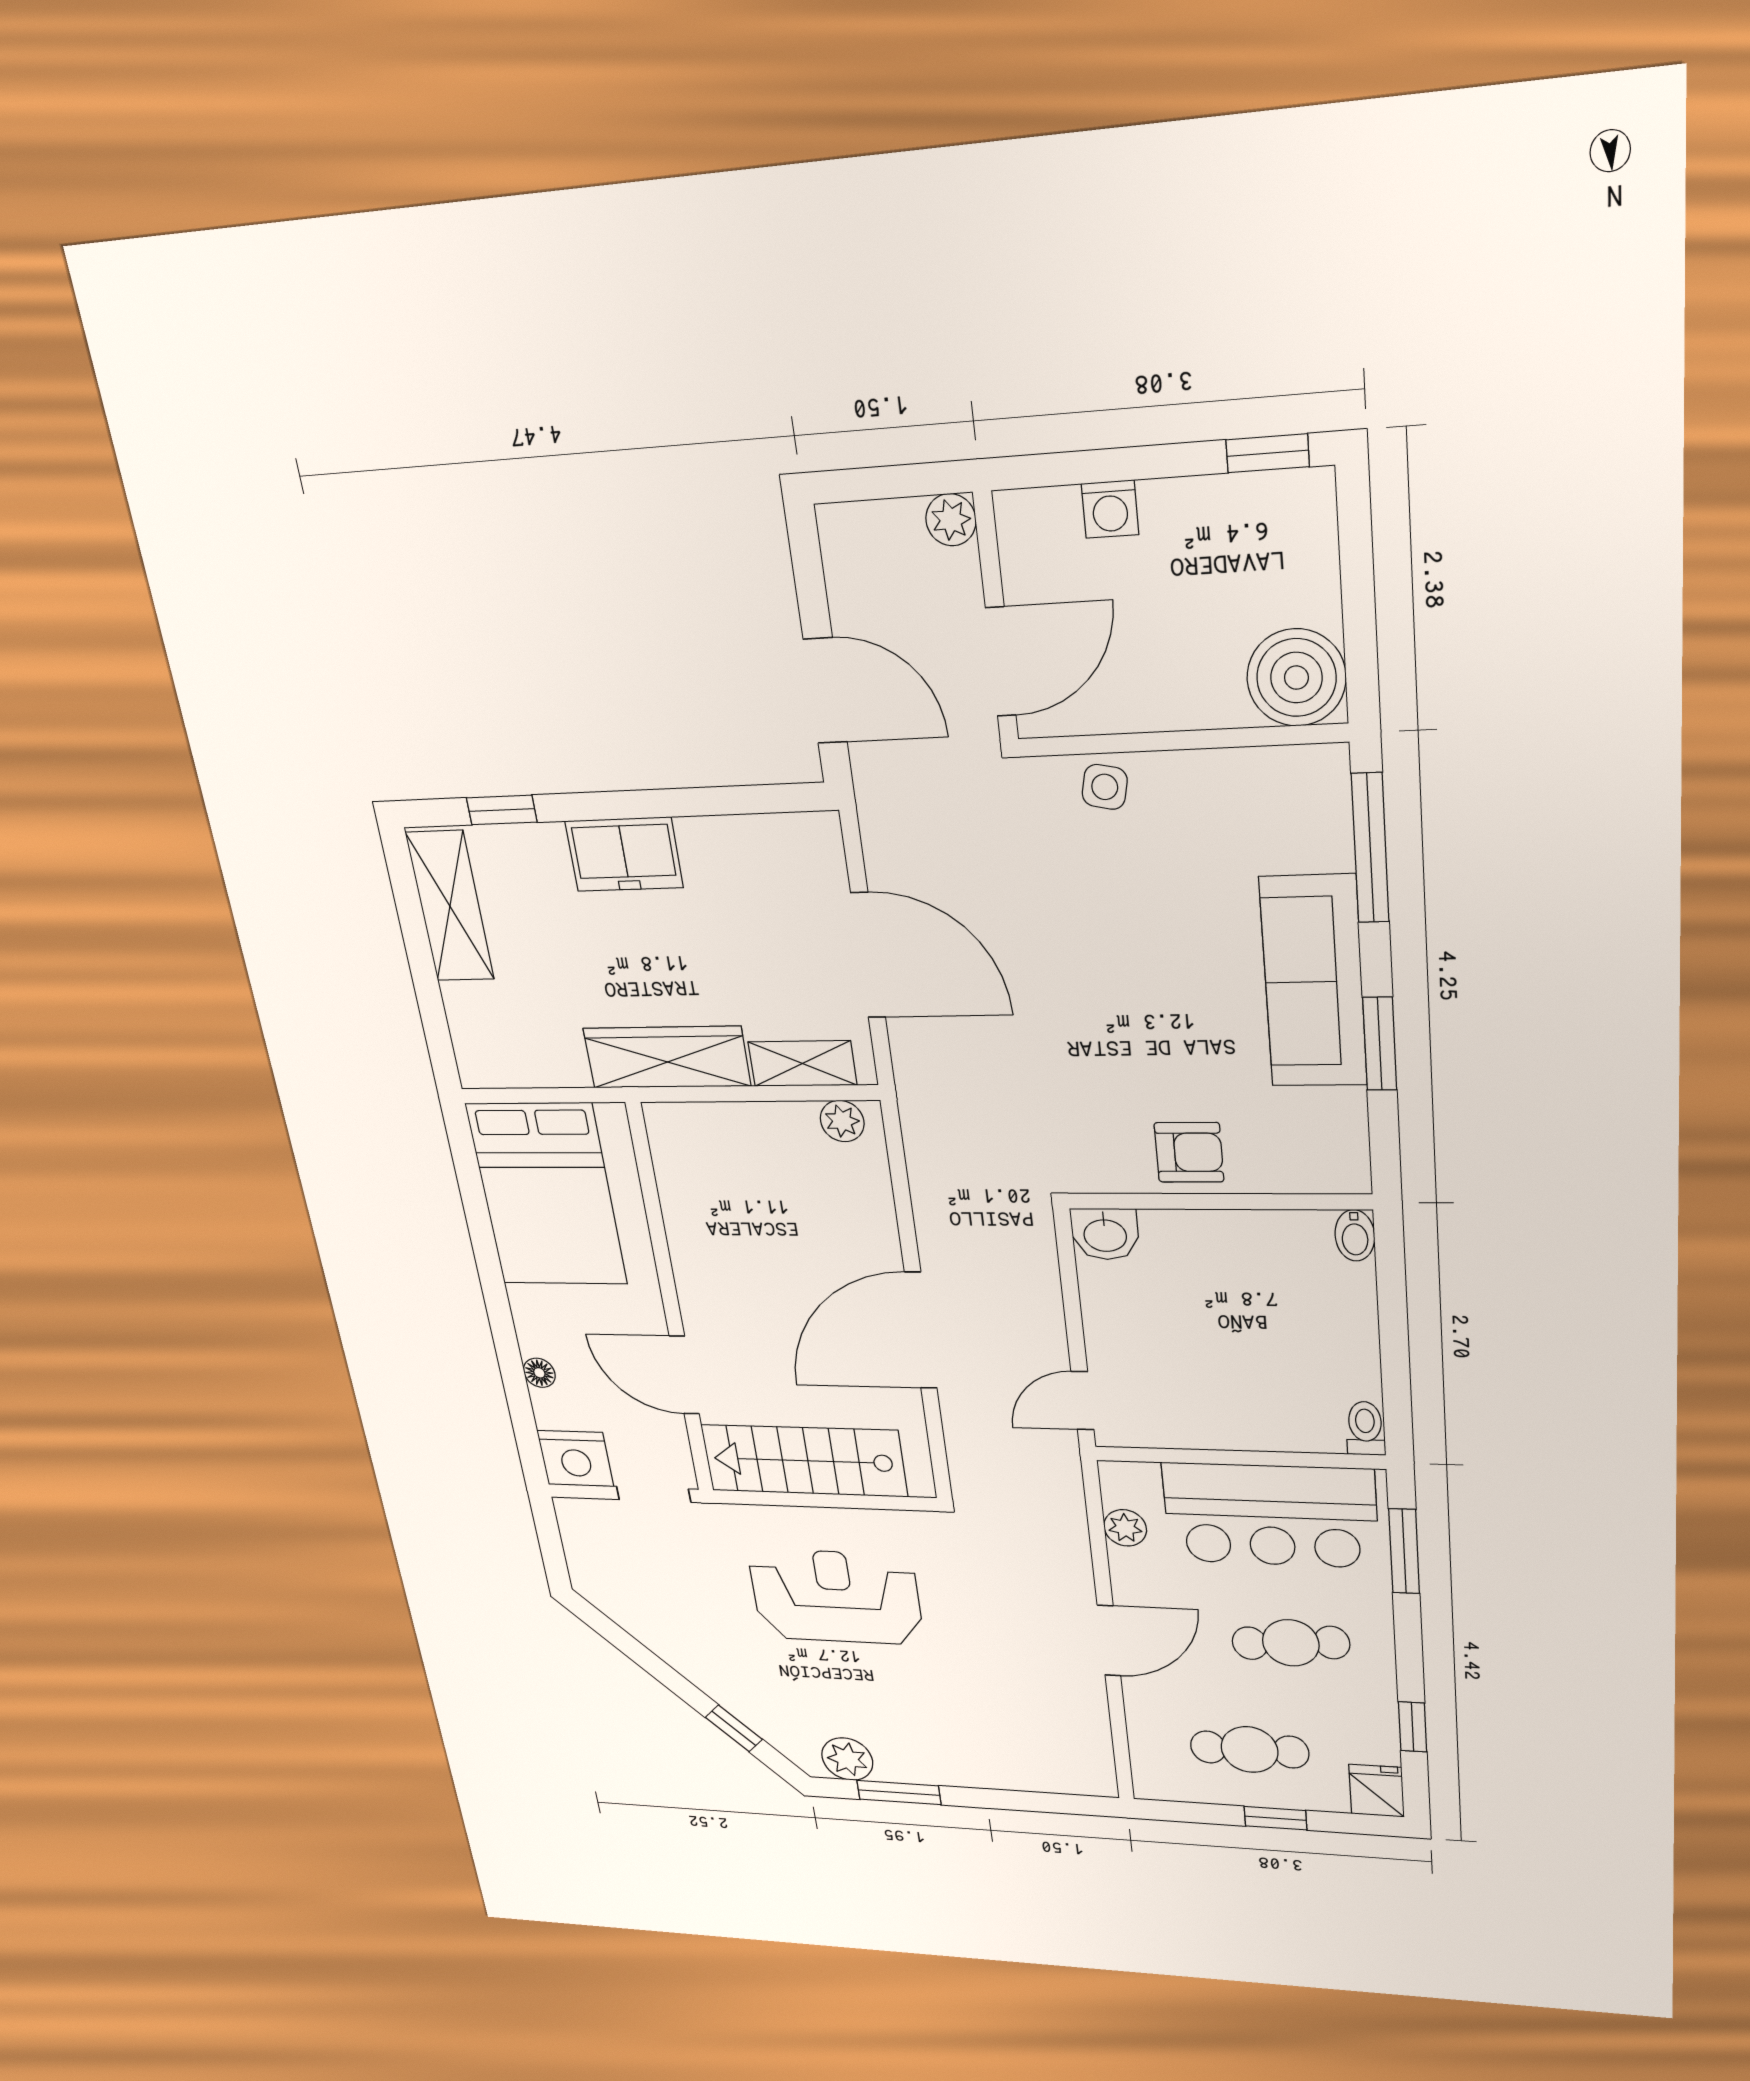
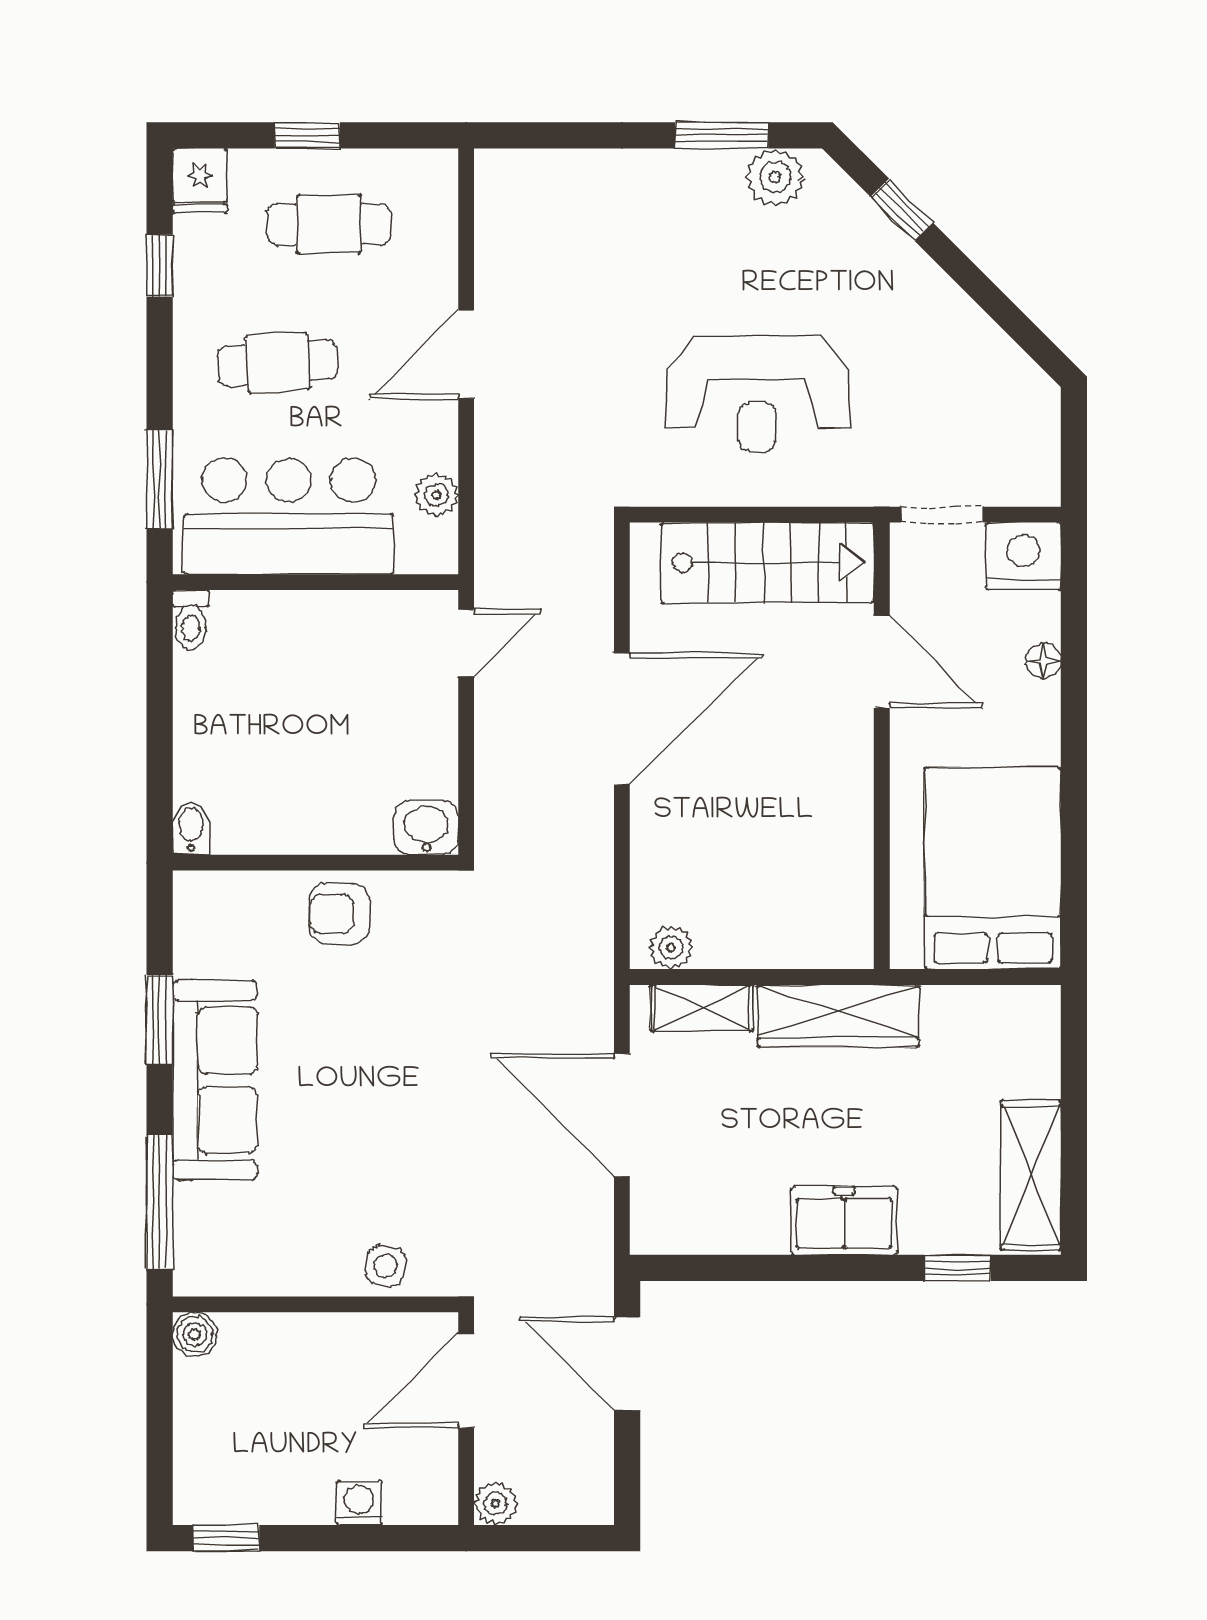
boiler: (1296, 678) -> (195, 1334), width x0.54, depth x0.54

